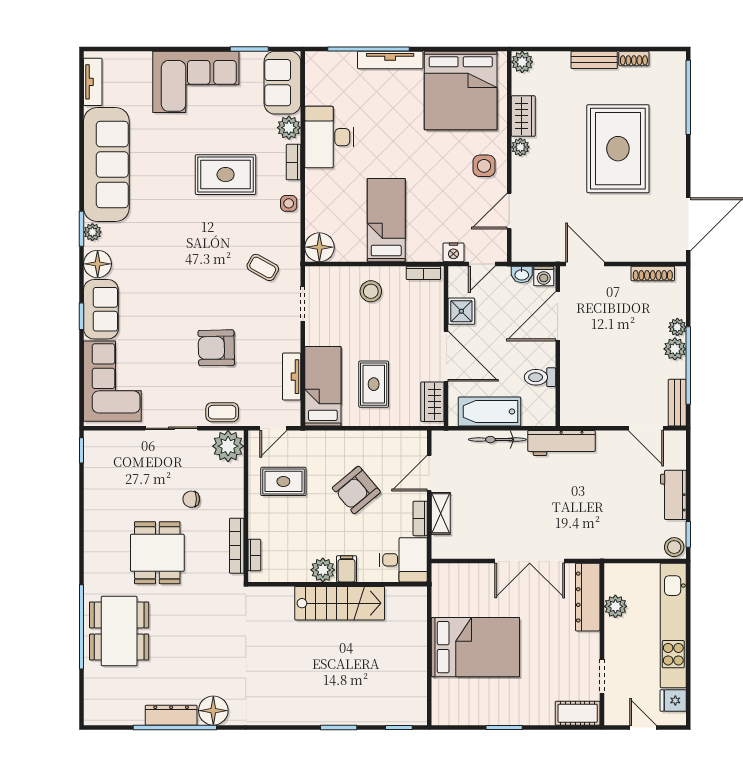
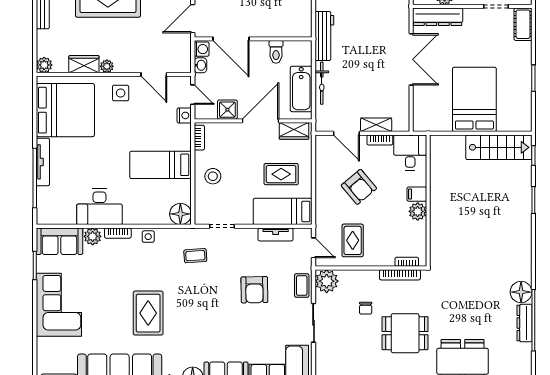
rug: (226, 175) -> (148, 313), moved
coffee table: (263, 267) -> (195, 256), turned 57
stairs: (340, 603) -> (499, 147), moved, turned 90

